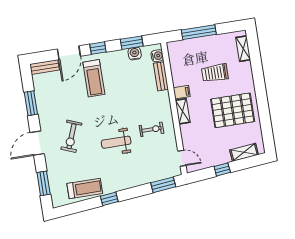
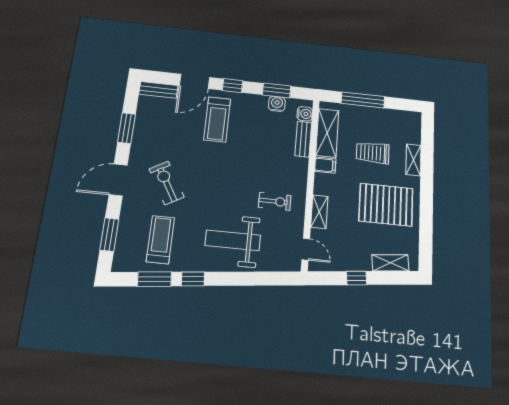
shelving: (243, 49) -> (413, 160), moved
shelving: (178, 66) -> (327, 133), added
shelving: (183, 111) -> (319, 212), moved
exercise bike: (71, 136) -> (167, 183), turned 129
weight bench: (116, 142) -> (233, 240), moved, width x1.36, depth x1.33
window: (163, 185) -> (154, 279), moved
treadmill: (85, 188) -> (160, 240), moved, turned -90

